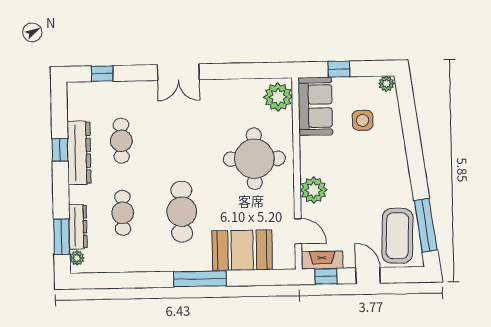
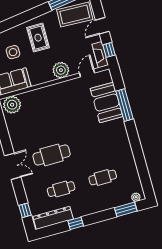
dresser: (79, 153) -> (53, 218), moved
round table: (254, 159) -> (52, 109), removed
rug: (376, 167) -> (38, 38), added
cafe table: (182, 212) -> (52, 155), moved
dresser: (78, 227) -> (118, 201), removed
window: (200, 279) -> (124, 105), moved

